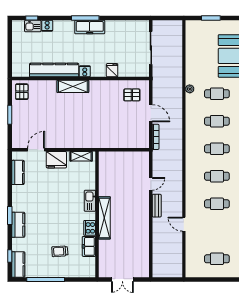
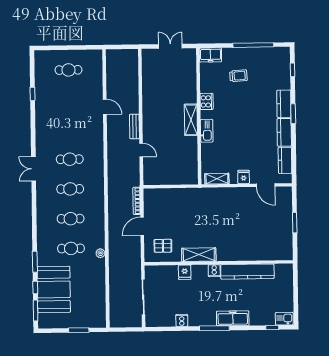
kitchen sink: (33, 26) -> (284, 319), moved
cooker: (47, 26) -> (182, 320), moved
freezer: (90, 27) -> (233, 318), moved
shelving: (73, 86) -> (199, 255), moved
pallet: (22, 92) -> (282, 248), removed
door: (151, 113) -> (142, 226), hinge flipped
door: (36, 150) -> (266, 185), hinge flipped
fridge: (56, 160) -> (244, 177), width x0.53, depth x0.75
door: (151, 184) -> (141, 150), swing flipped
cafe table: (217, 204) -> (69, 129), removed
shelving: (104, 218) -> (191, 120), width x0.68
freezer: (89, 246) -> (210, 55), moved, turned 90
kitchen counter: (18, 265) -> (284, 132), moved

